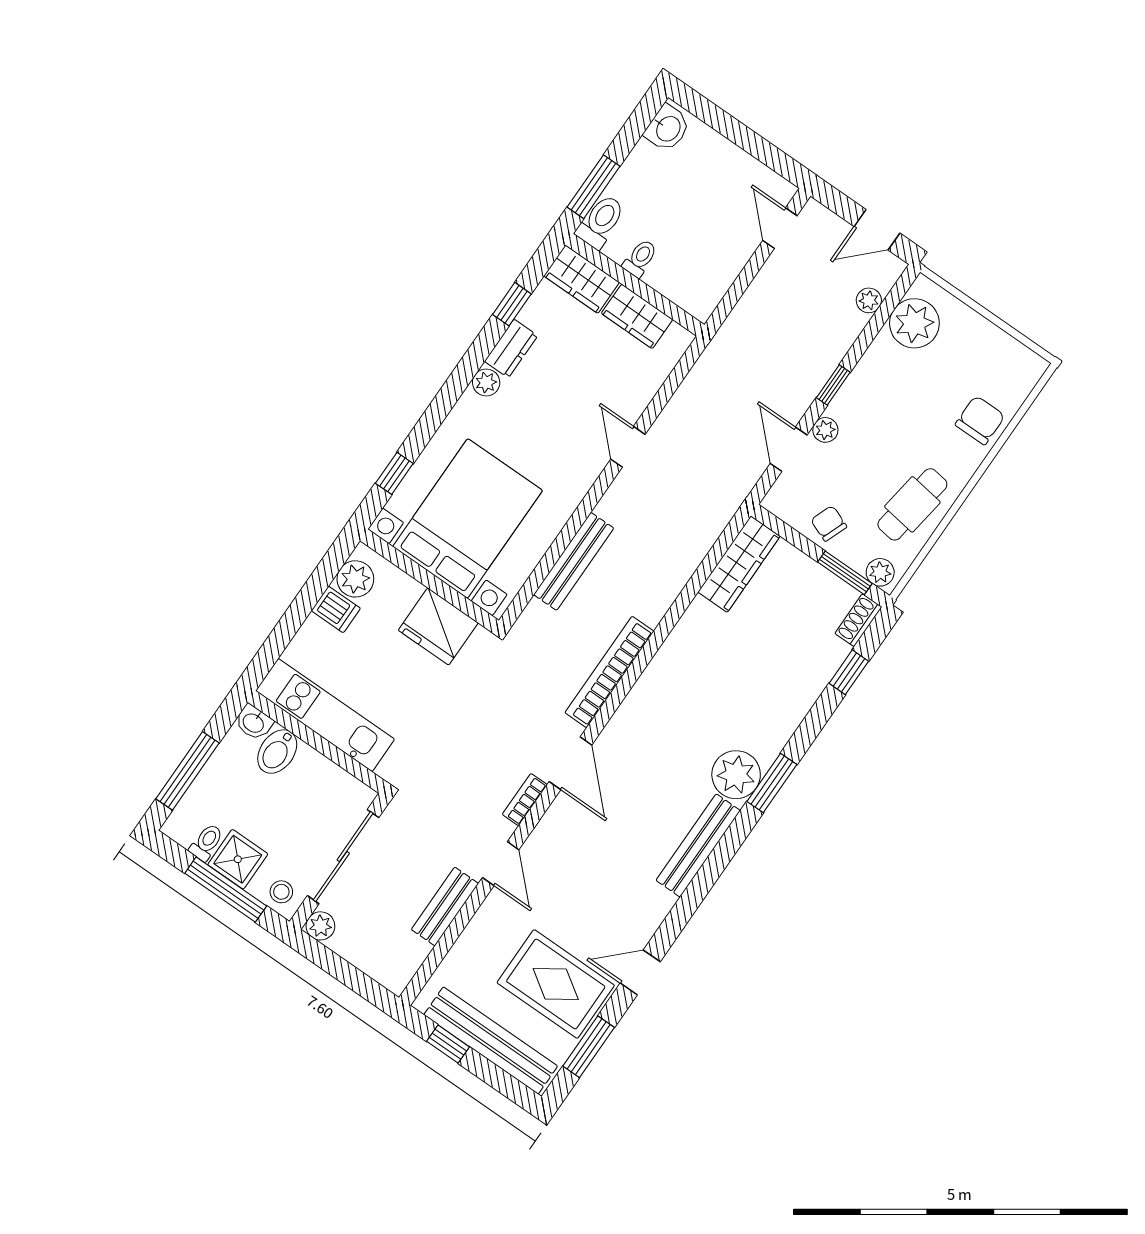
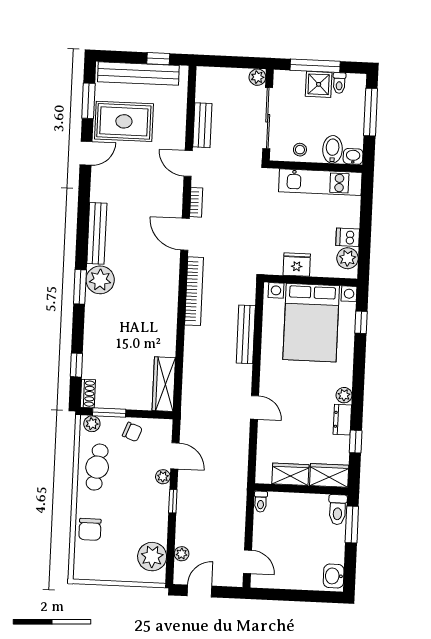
toilet: (640, 258) -> (261, 502), moved
fridge: (438, 626) -> (297, 265), width x0.73, depth x0.75
stool: (281, 892) -> (300, 150), moved

